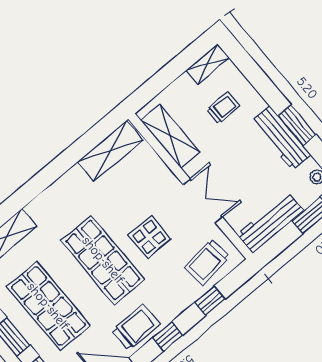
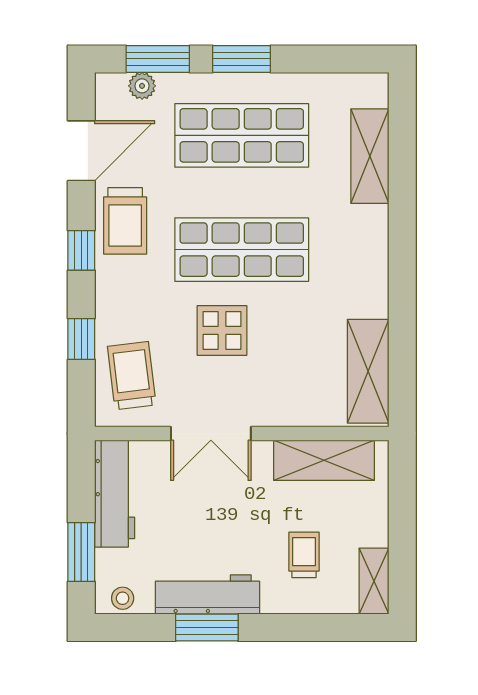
trolley: (223, 108) -> (304, 555), turned 180

